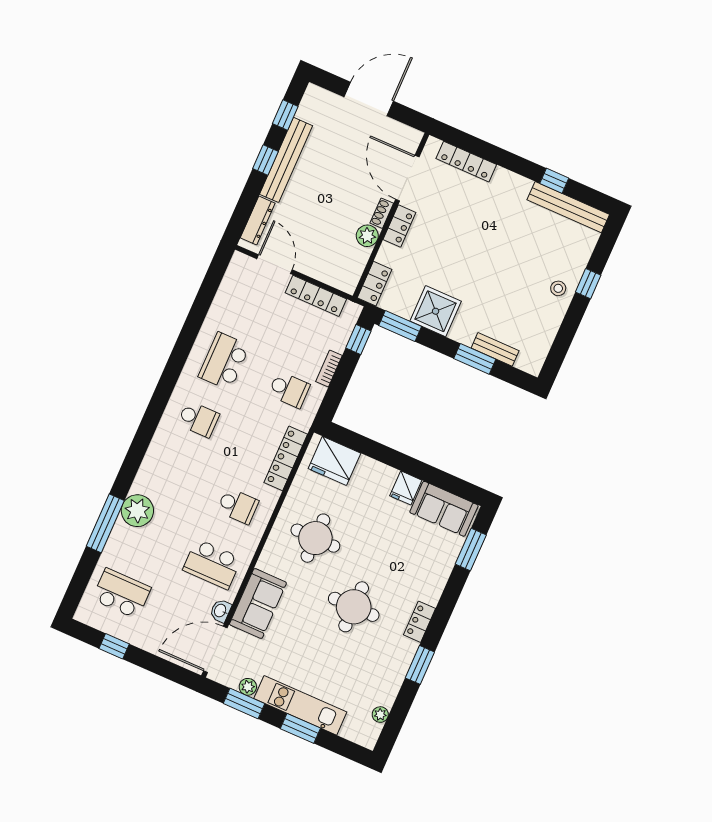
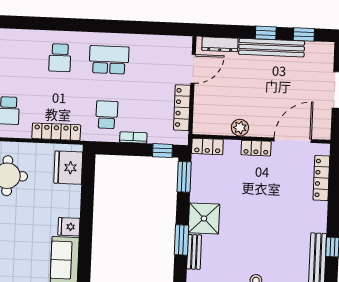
shoe rack: (382, 213) -> (260, 132), removed
shower: (436, 311) -> (204, 218), moved
school desk: (289, 390) -> (107, 115), turned 180

